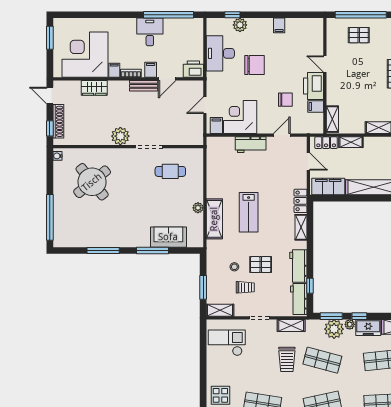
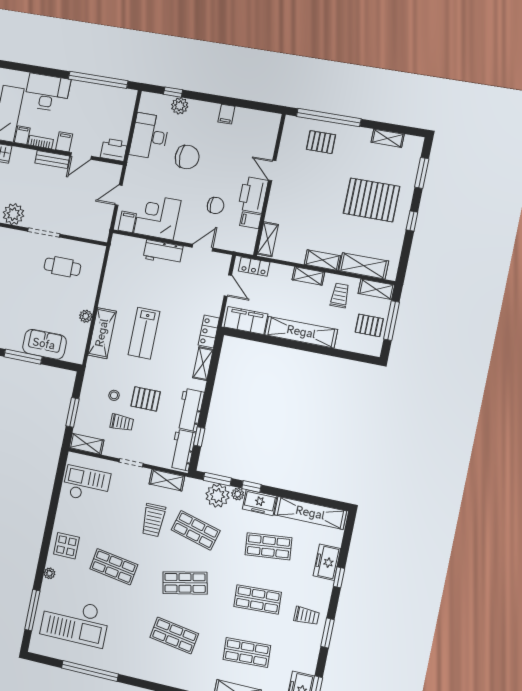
desk: (150, 32) -> (47, 93), moved, width x1.37
shelving: (351, 142) -> (308, 276), moved

